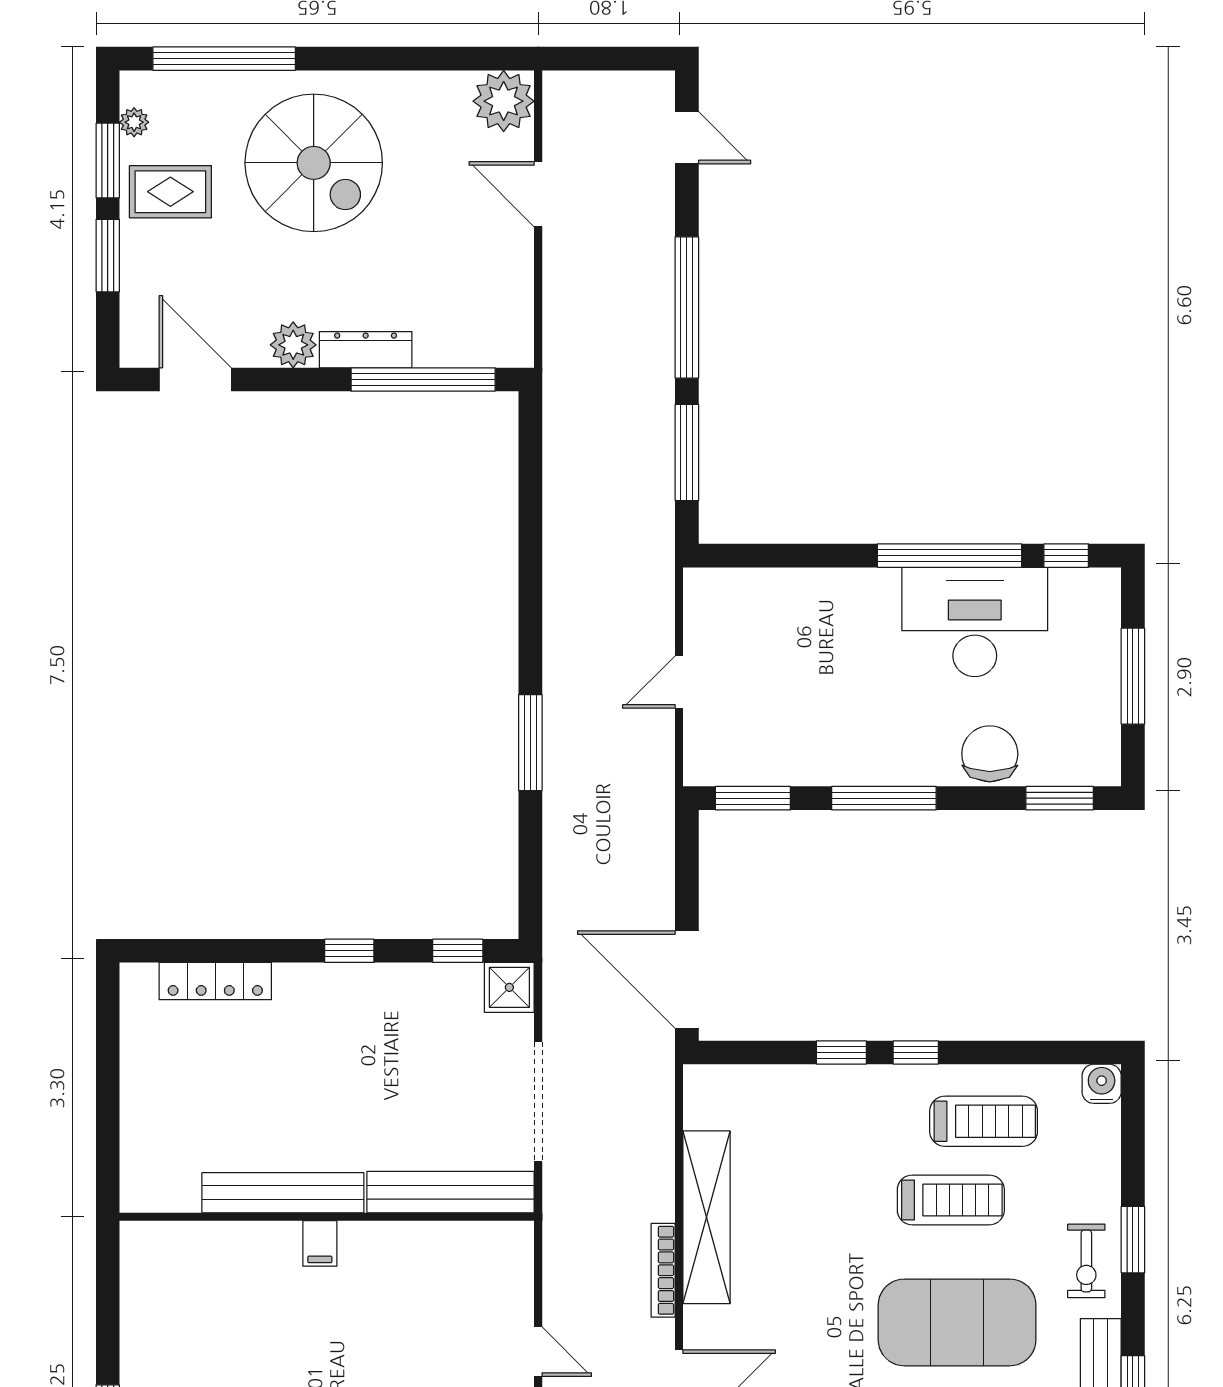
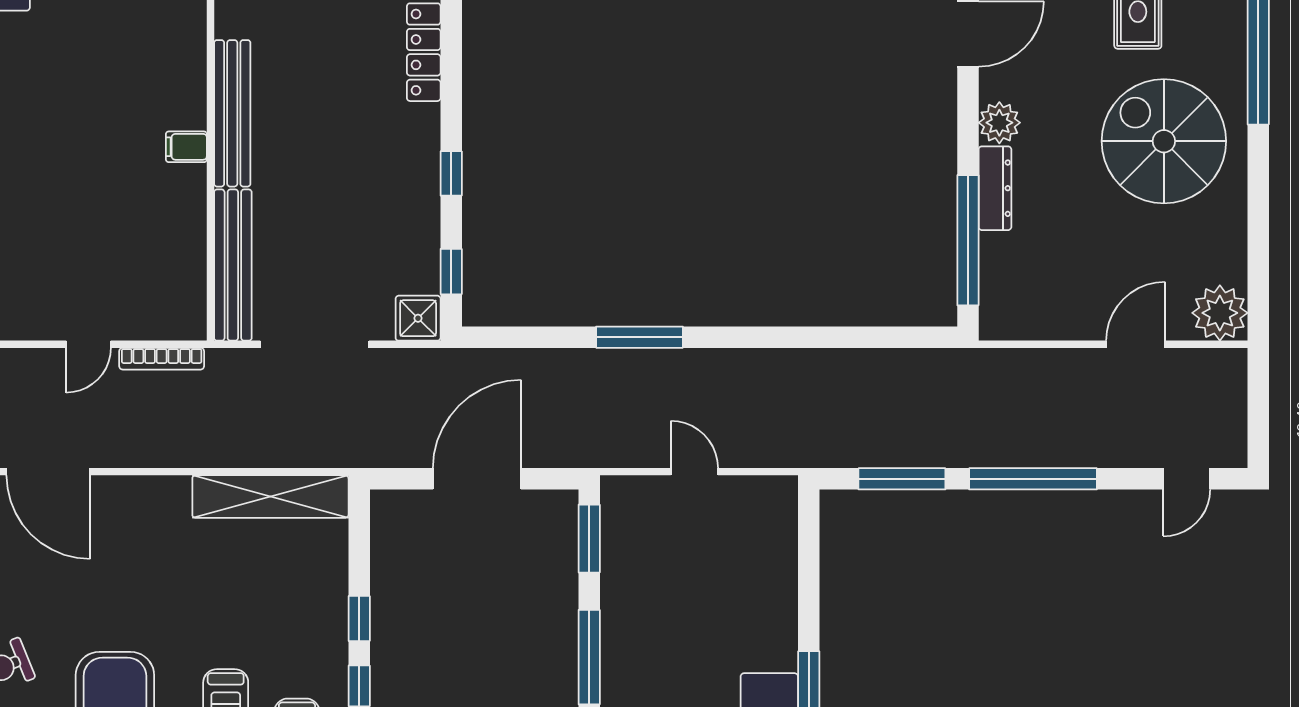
spiral stairs: (314, 163) -> (1164, 141), turned 90
door: (687, 980) -> (477, 479), moved
shelving: (706, 1217) -> (270, 497), moved
bookcase: (663, 1270) -> (162, 359), moved, turned 180

